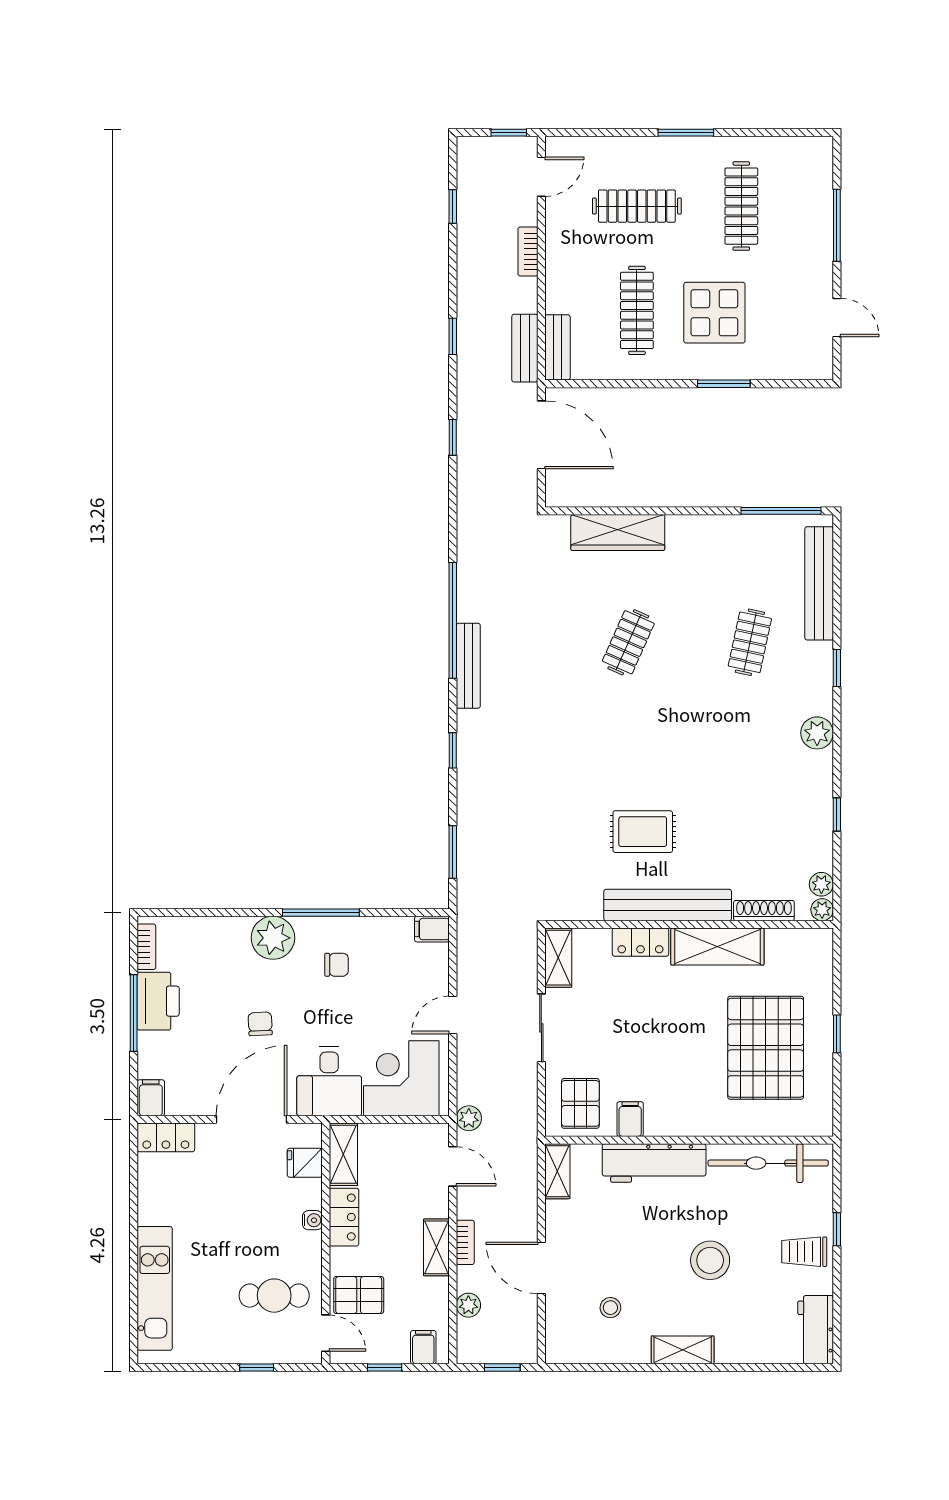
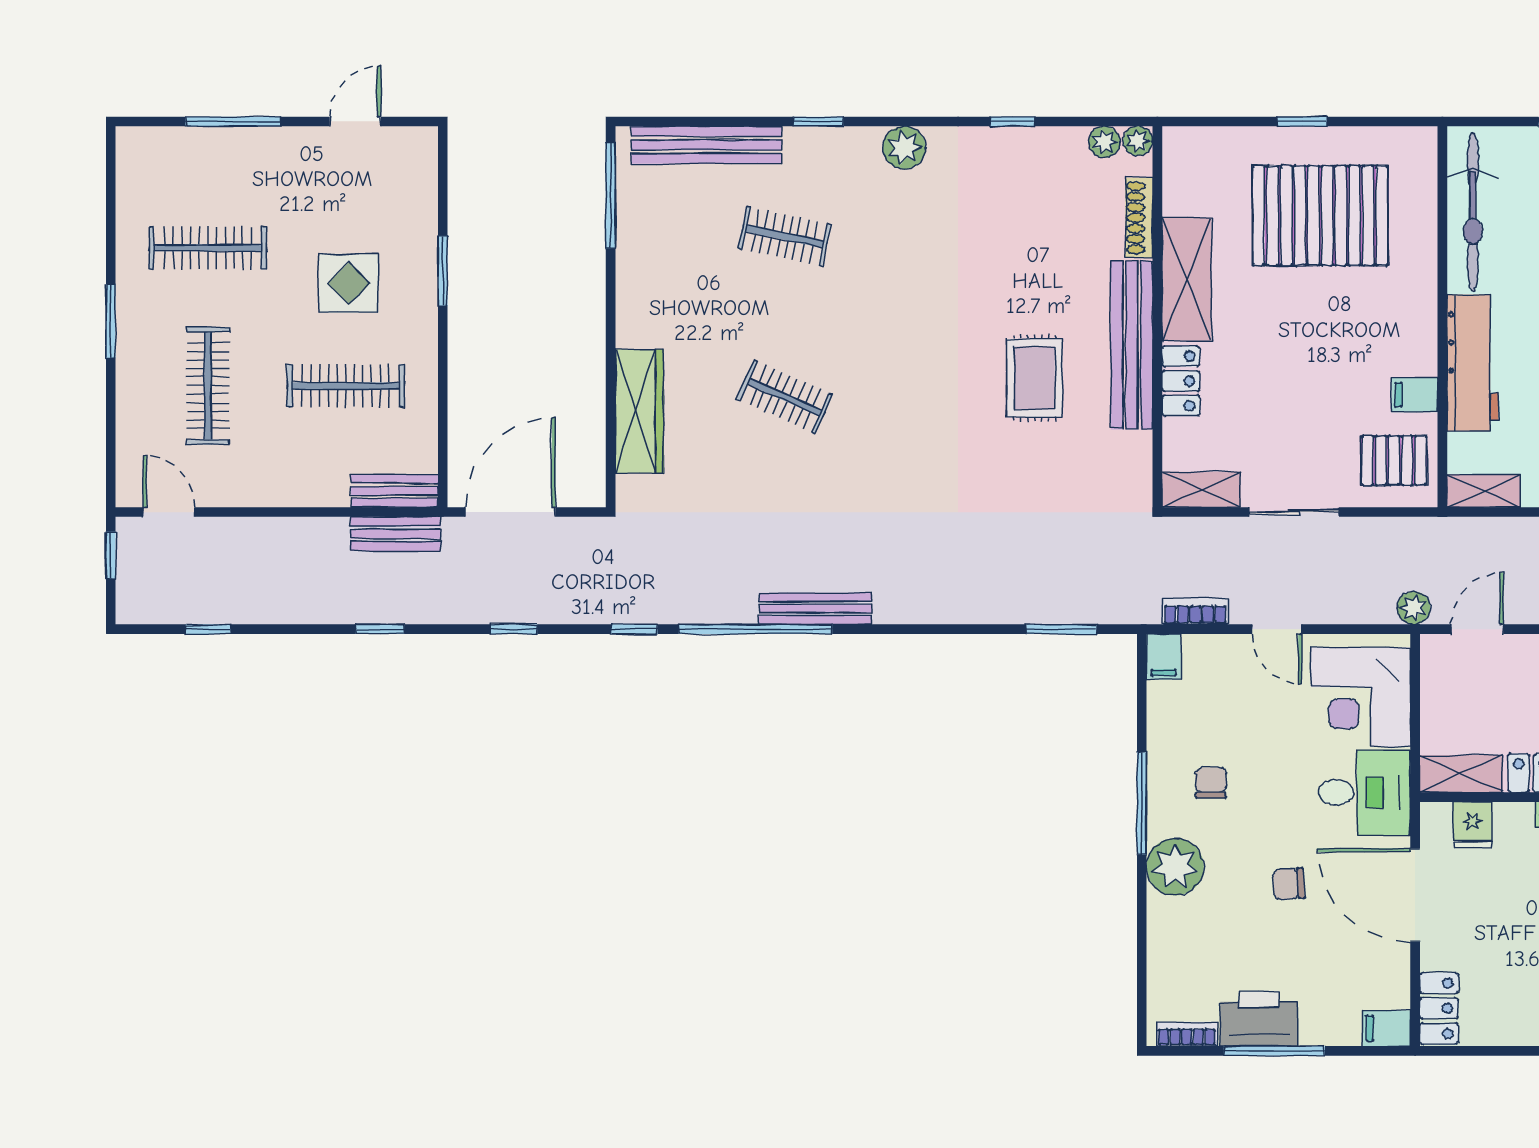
bookcase: (528, 252) -> (1195, 611), moved, turned 180
display table: (714, 313) -> (349, 283), width x0.73, depth x0.73
window: (453, 750) -> (634, 629), moved

